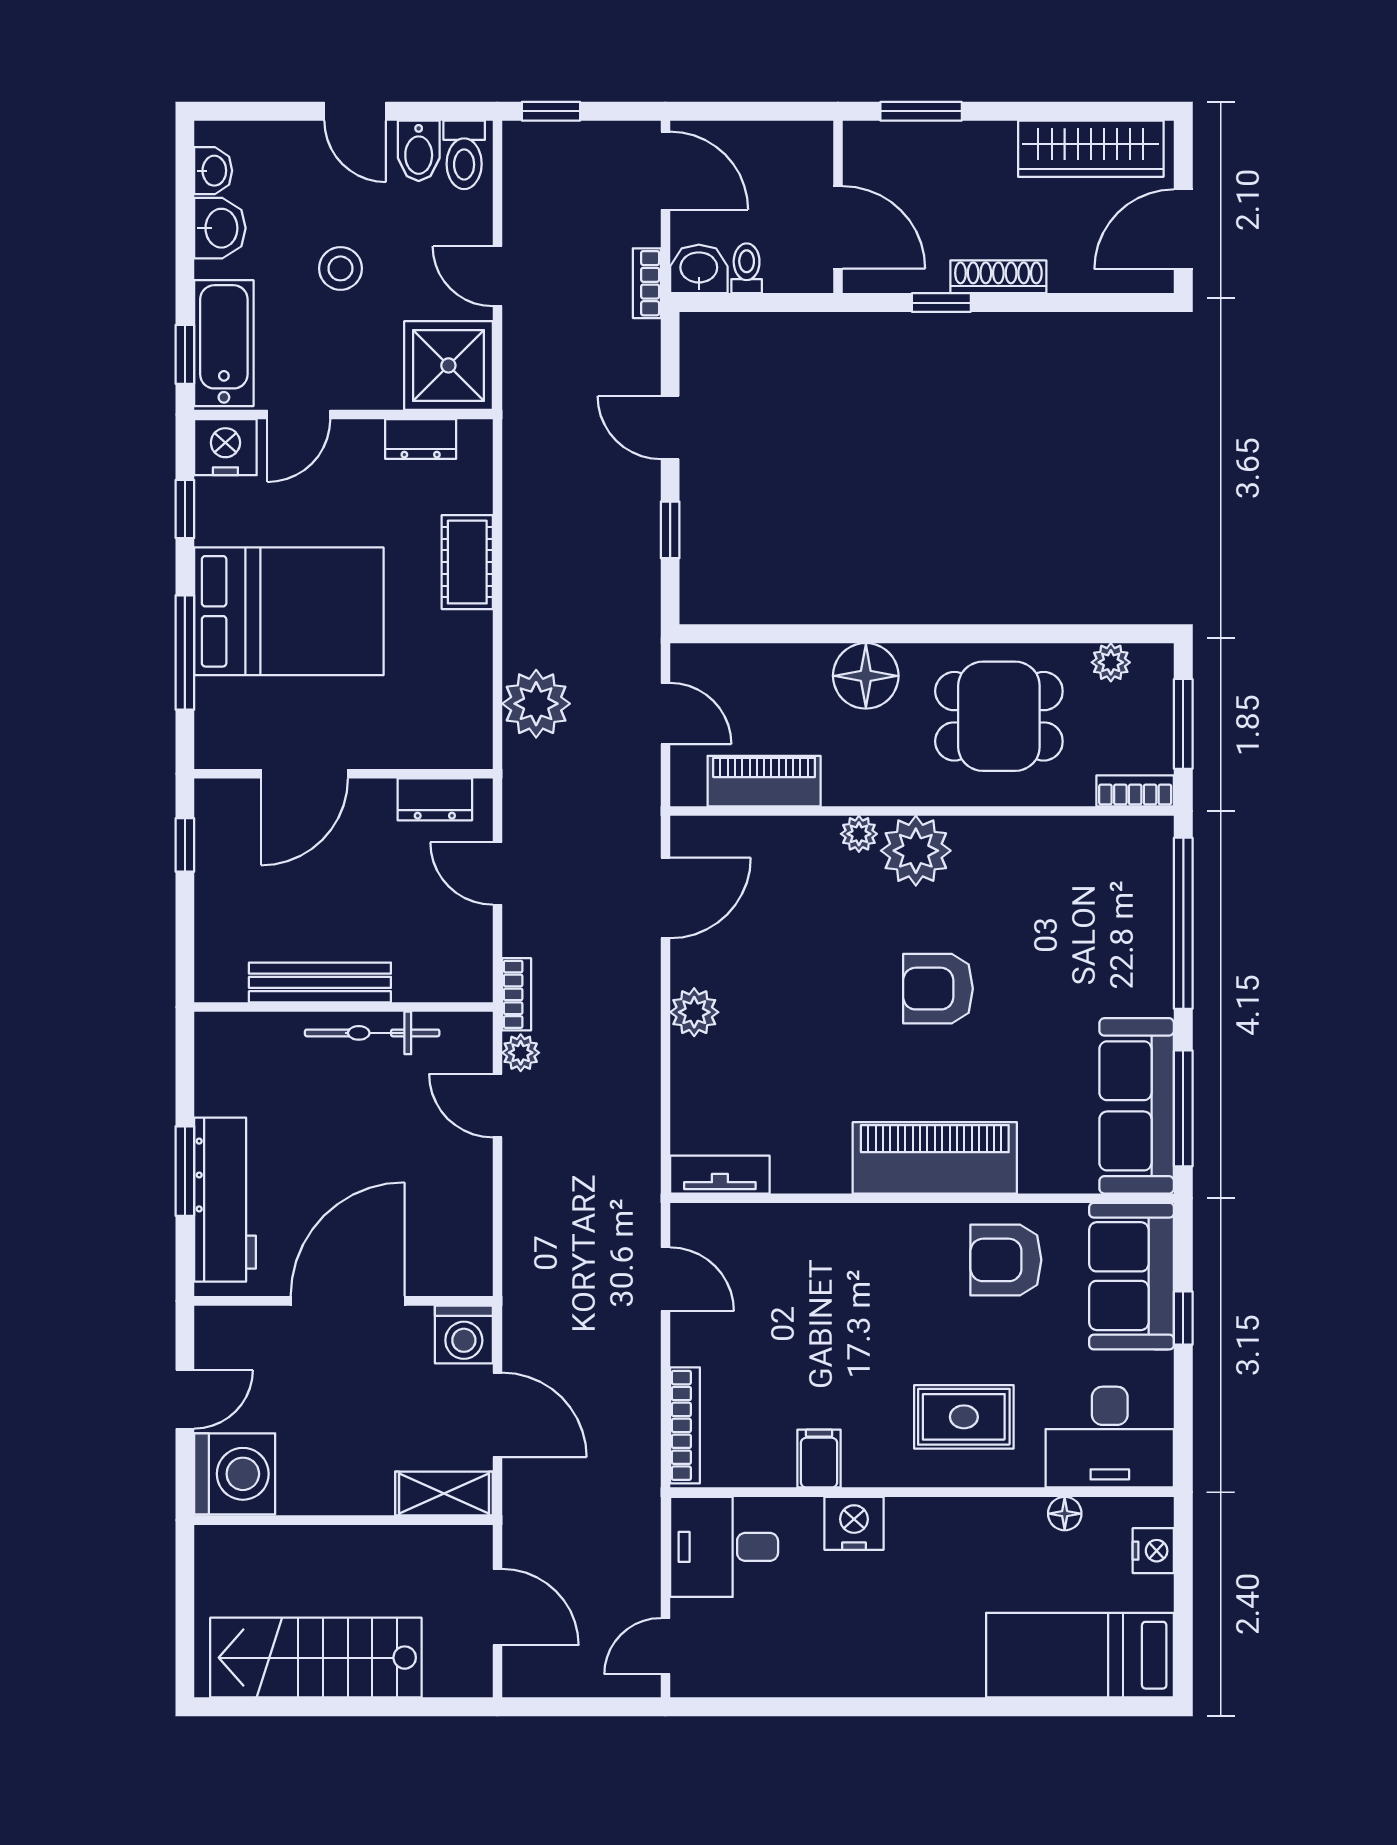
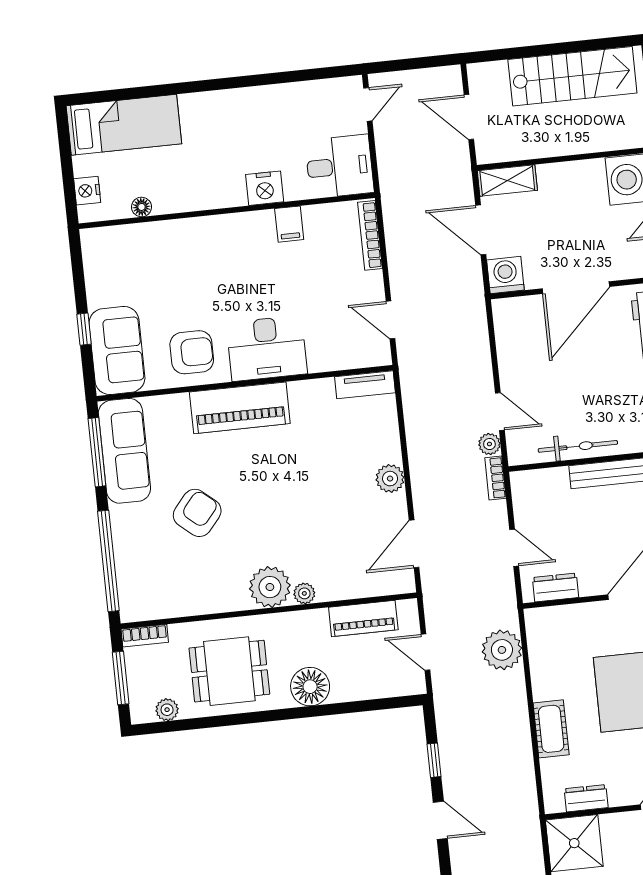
armchair: (938, 989) -> (197, 513), moved, turned -50
rug: (964, 1417) -> (207, 258), removed
desk: (1110, 1437) -> (267, 348), moved, turned 180

